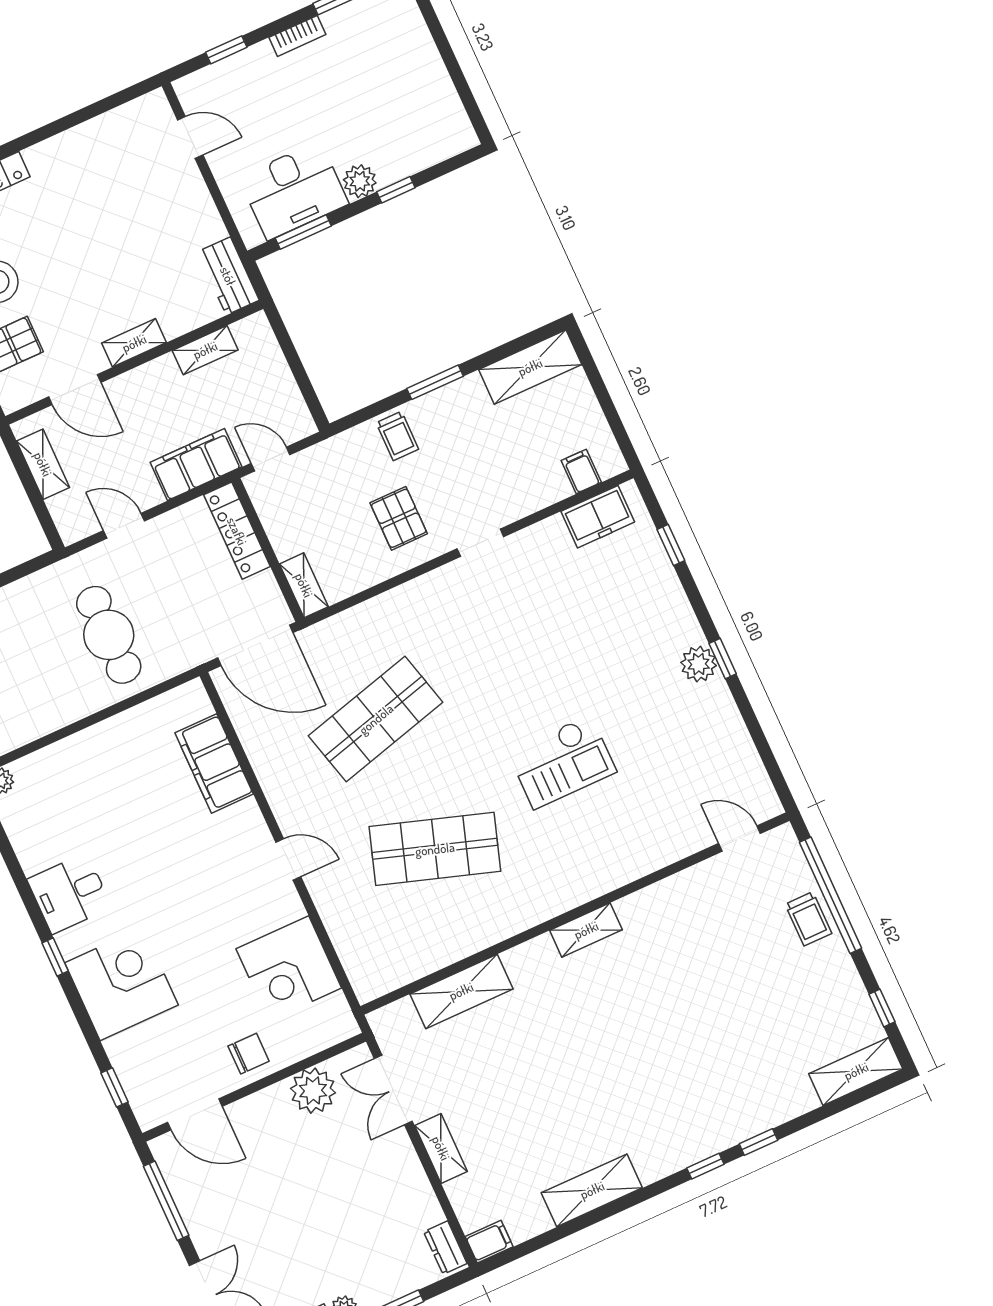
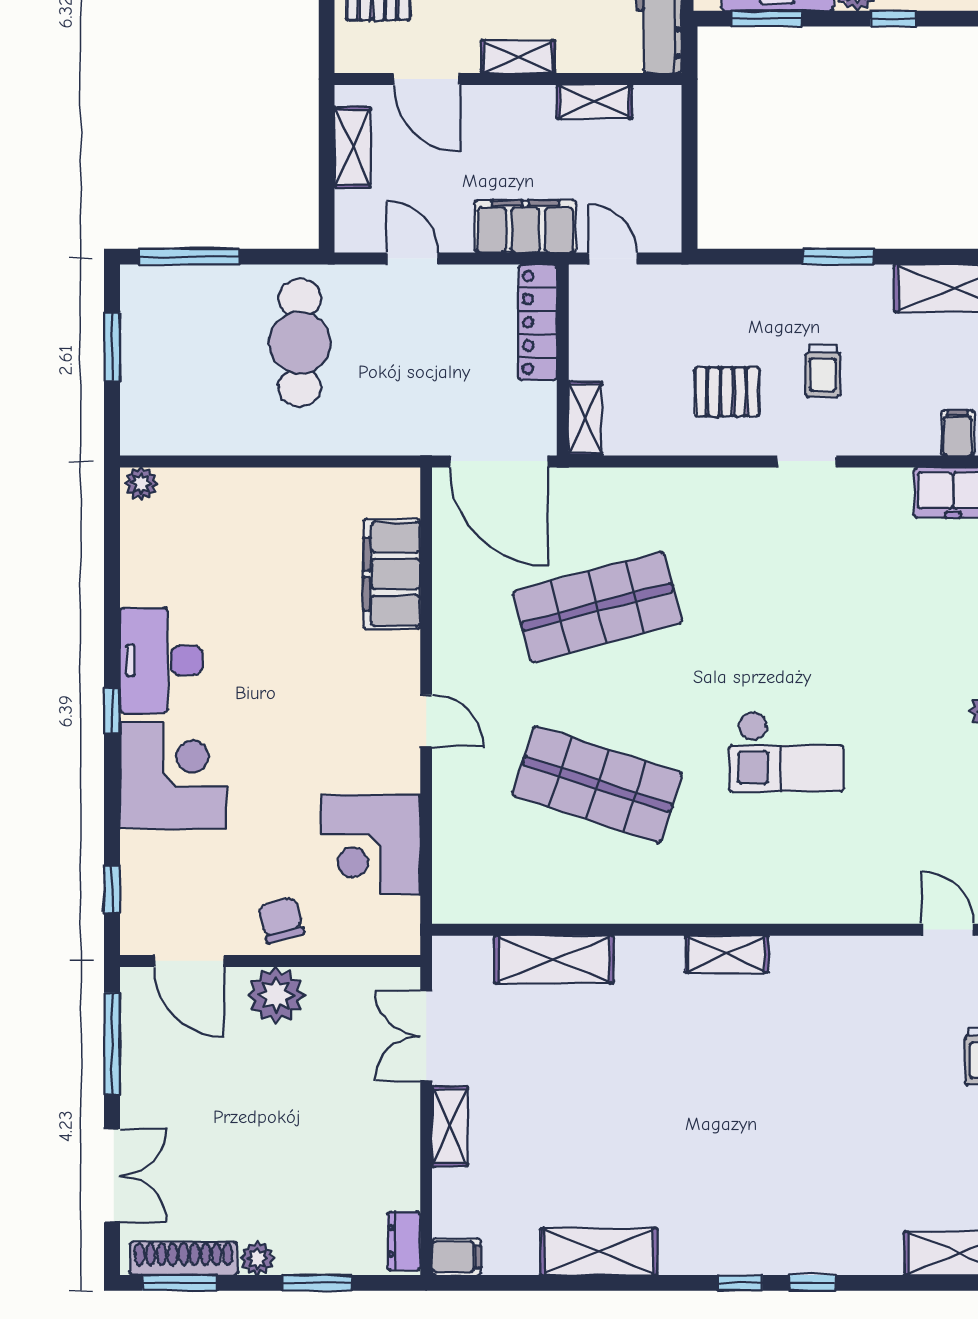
trolley: (397, 436) -> (823, 371), moved
pallet: (399, 518) -> (727, 392), turned 90
cafe table: (109, 635) -> (300, 343), moved
desk: (69, 893) -> (161, 661), width x1.37
chair: (249, 1054) -> (281, 920), turned -105
plant: (313, 1091) -> (276, 995), moved

